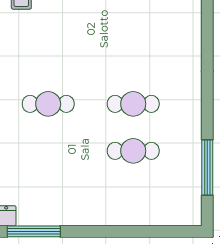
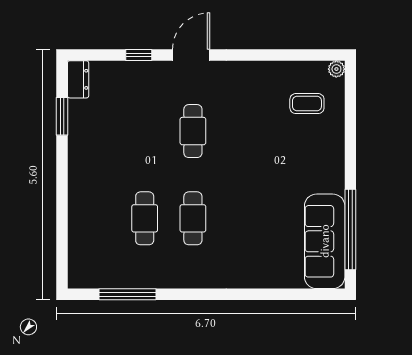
window: (34, 231) -> (62, 116), width x0.69

